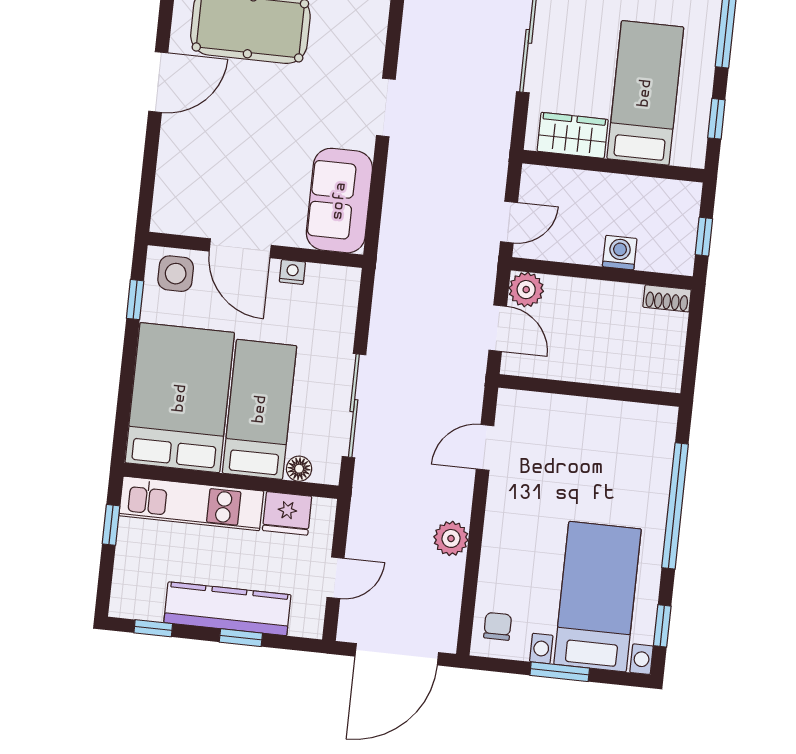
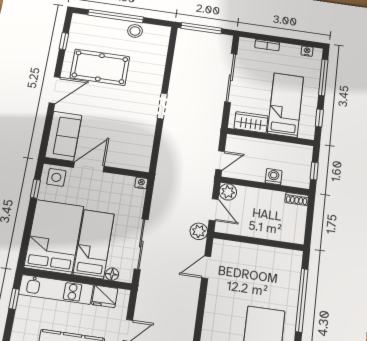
sofa: (339, 201) -> (63, 136), moved, turned 180
door: (240, 248) -> (89, 167), swing flipped
nightstand: (292, 272) -> (141, 183), moved
plant: (451, 538) -> (199, 231), moved

